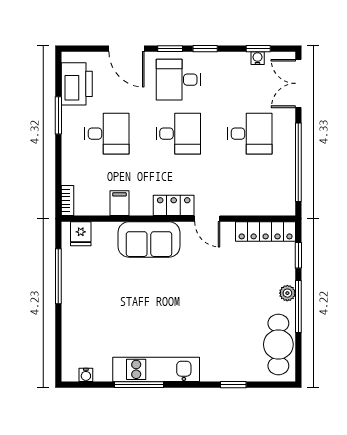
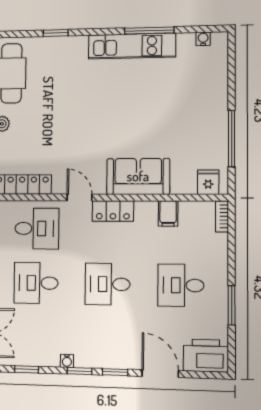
water cooler: (258, 58) -> (67, 361), moved
desk: (178, 80) -> (37, 229), moved
printer: (77, 84) -> (206, 356), moved, turned 90

